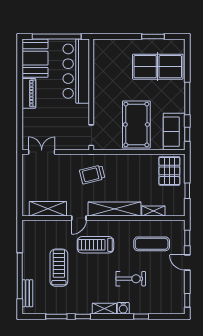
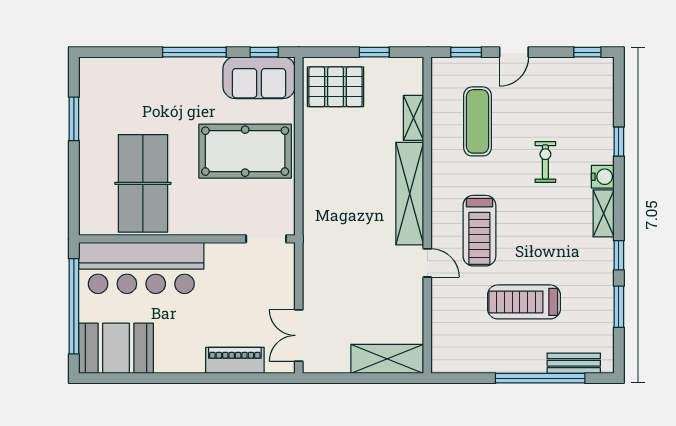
table tennis table: (158, 67) -> (143, 183), moved
piano: (29, 93) -> (235, 360), moved
trolley: (92, 174) -> (342, 237), removed
shelving: (48, 209) -> (387, 359), moved, turned 90
exercise bike: (131, 279) -> (545, 162), width x0.73, depth x0.72

